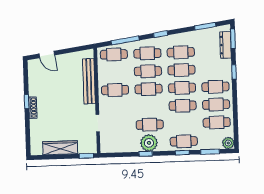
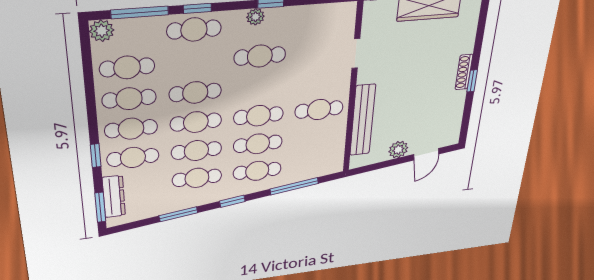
window: (205, 26) -> (178, 214), moved
door: (47, 54) -> (426, 154), swing flipped
cafe table: (114, 54) -> (133, 157), moved
plant: (65, 59) -> (398, 150), added
plant: (149, 143) -> (256, 17), width x0.53, depth x0.53
window: (210, 152) -> (140, 12), width x1.44

